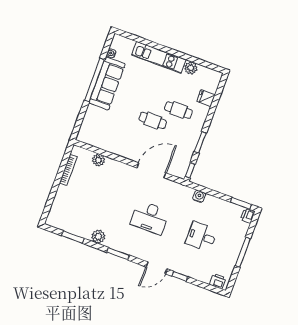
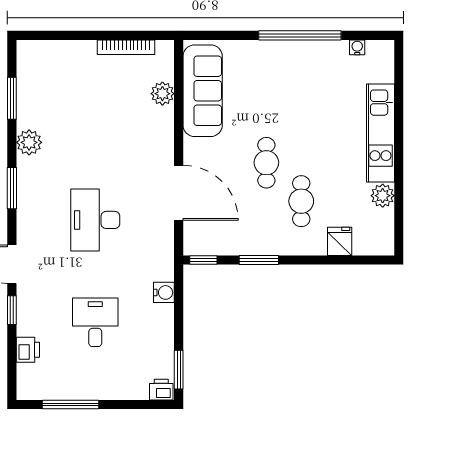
sofa: (107, 83) -> (203, 91), moved, turned -90
window: (243, 252) -> (71, 405), moved
printer: (218, 281) -> (28, 350), moved

